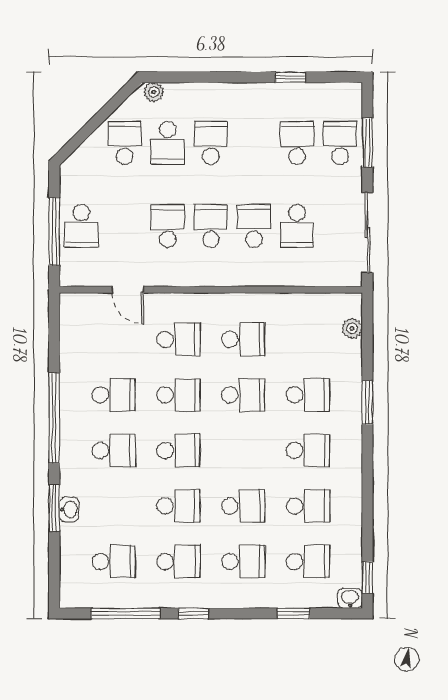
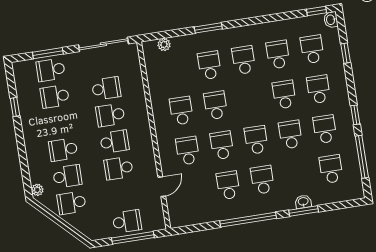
school desk: (211, 226) -> (114, 142), turned 180

